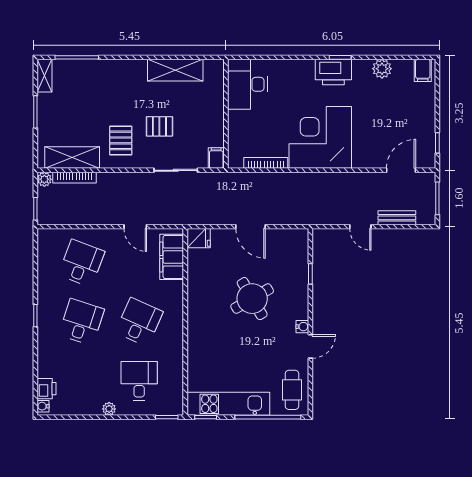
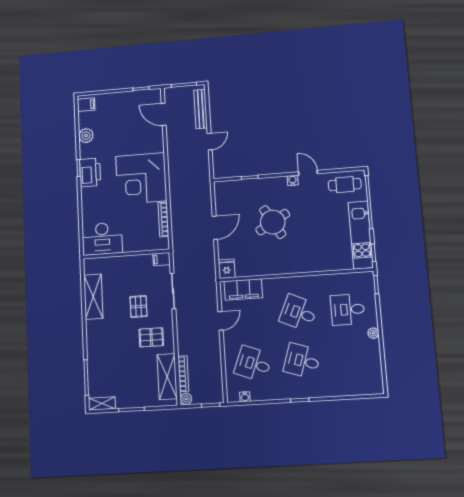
bench: (397, 218) -> (201, 109), width x1.36
printer: (46, 389) -> (361, 387), removed
water cooler: (43, 406) -> (245, 397), moved

